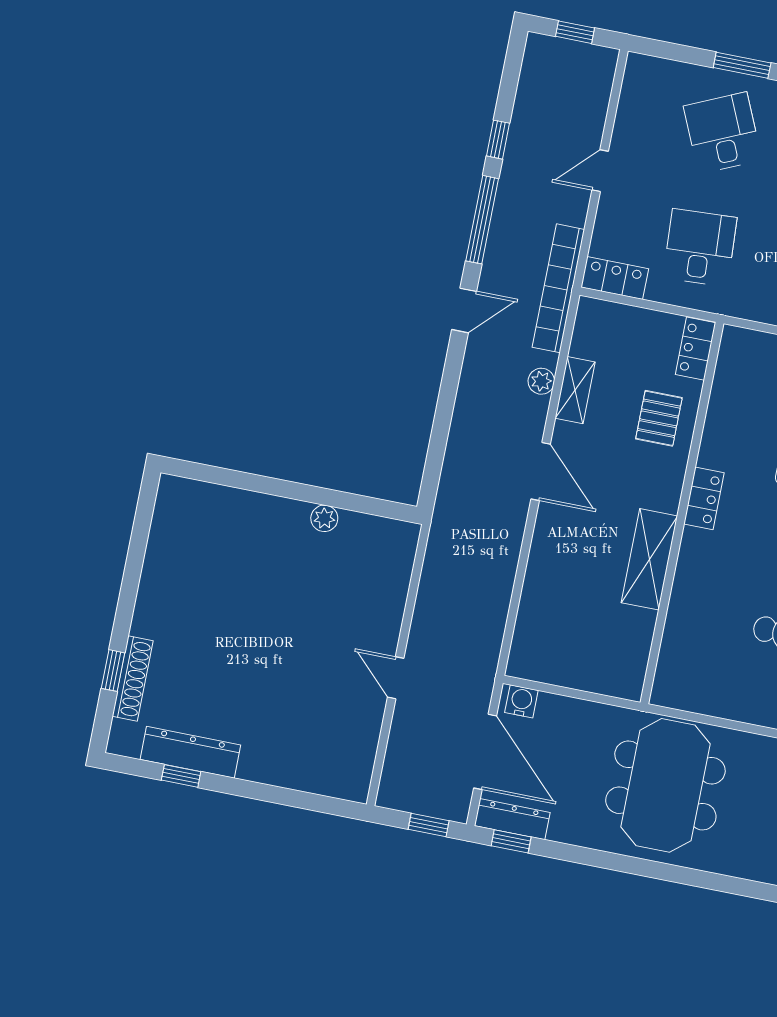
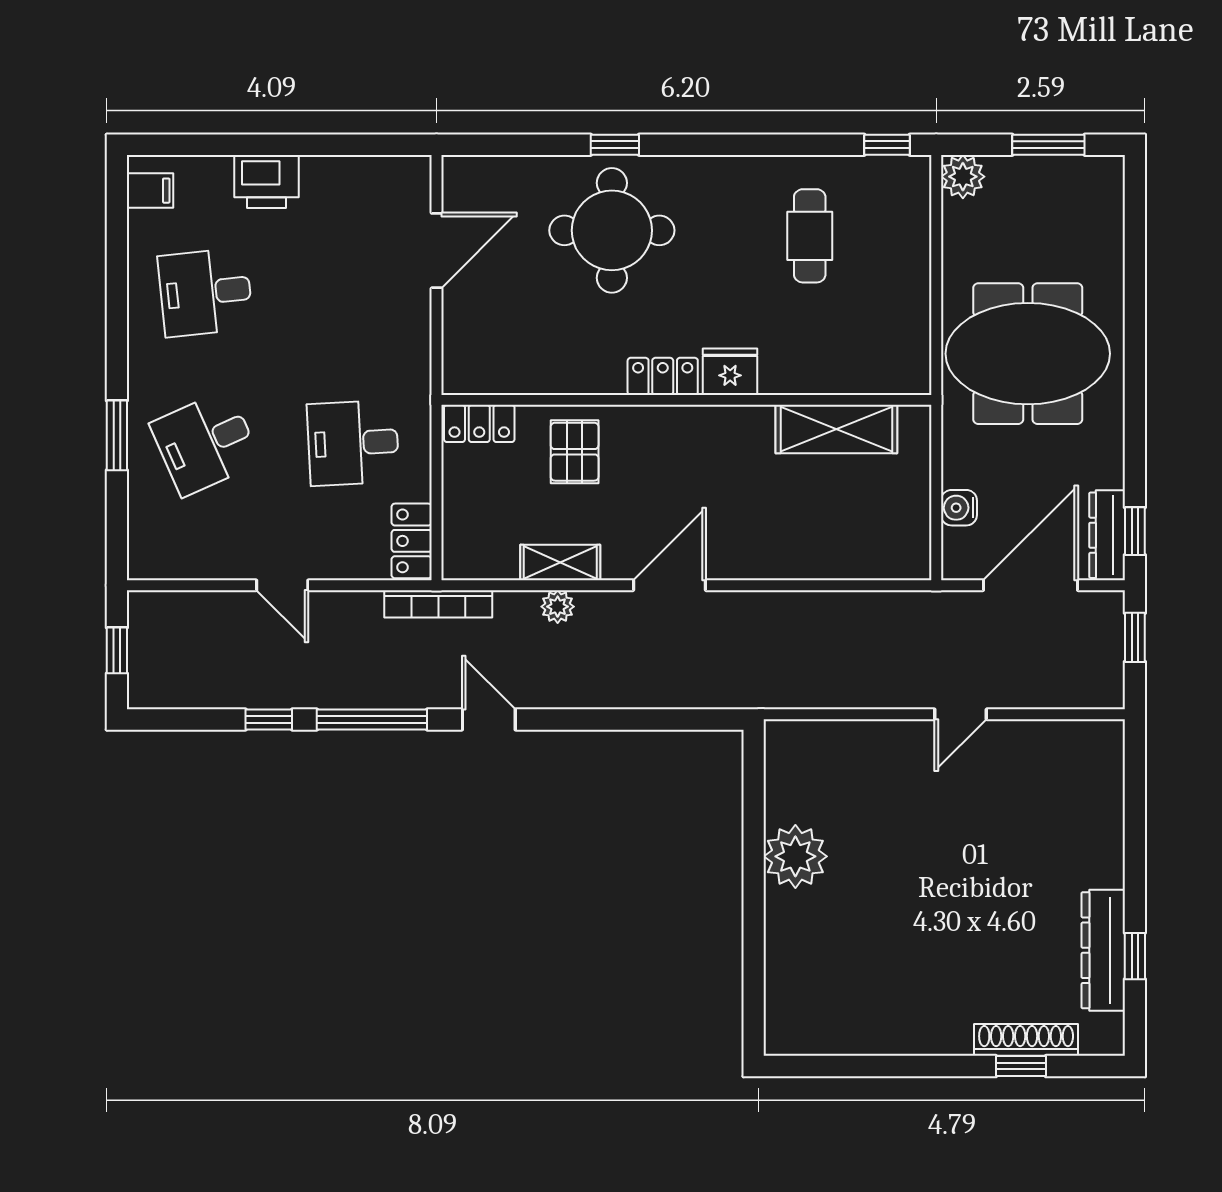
bookcase: (558, 288) -> (438, 604), width x0.68, depth x0.76
pallet: (659, 418) -> (575, 452), turned 90
plant: (324, 518) -> (795, 856), width x1.88, depth x1.88
fridge: (697, 551) -> (730, 372), added
shelving: (649, 559) -> (836, 429), moved
water cooler: (521, 701) -> (959, 508), moved

